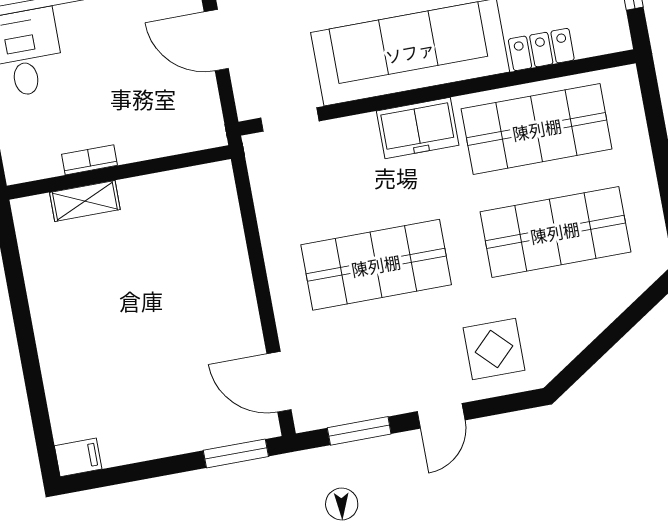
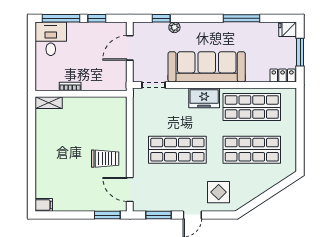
door: (216, 40) -> (130, 48), hinge flipped
locker: (541, 50) -> (283, 76), moved
shelving: (85, 201) -> (49, 103), moved
trolley: (206, 318) -> (105, 159), added

